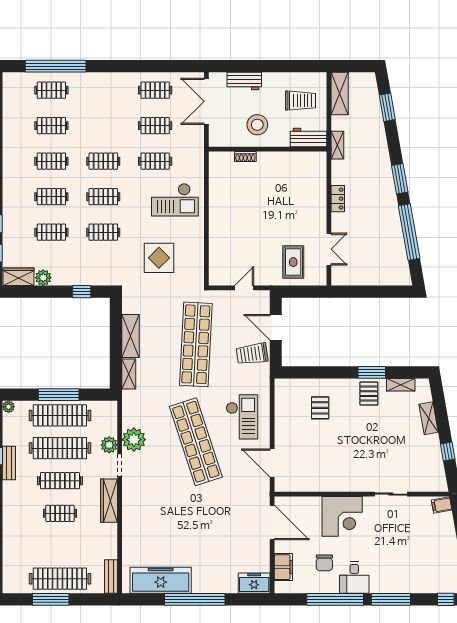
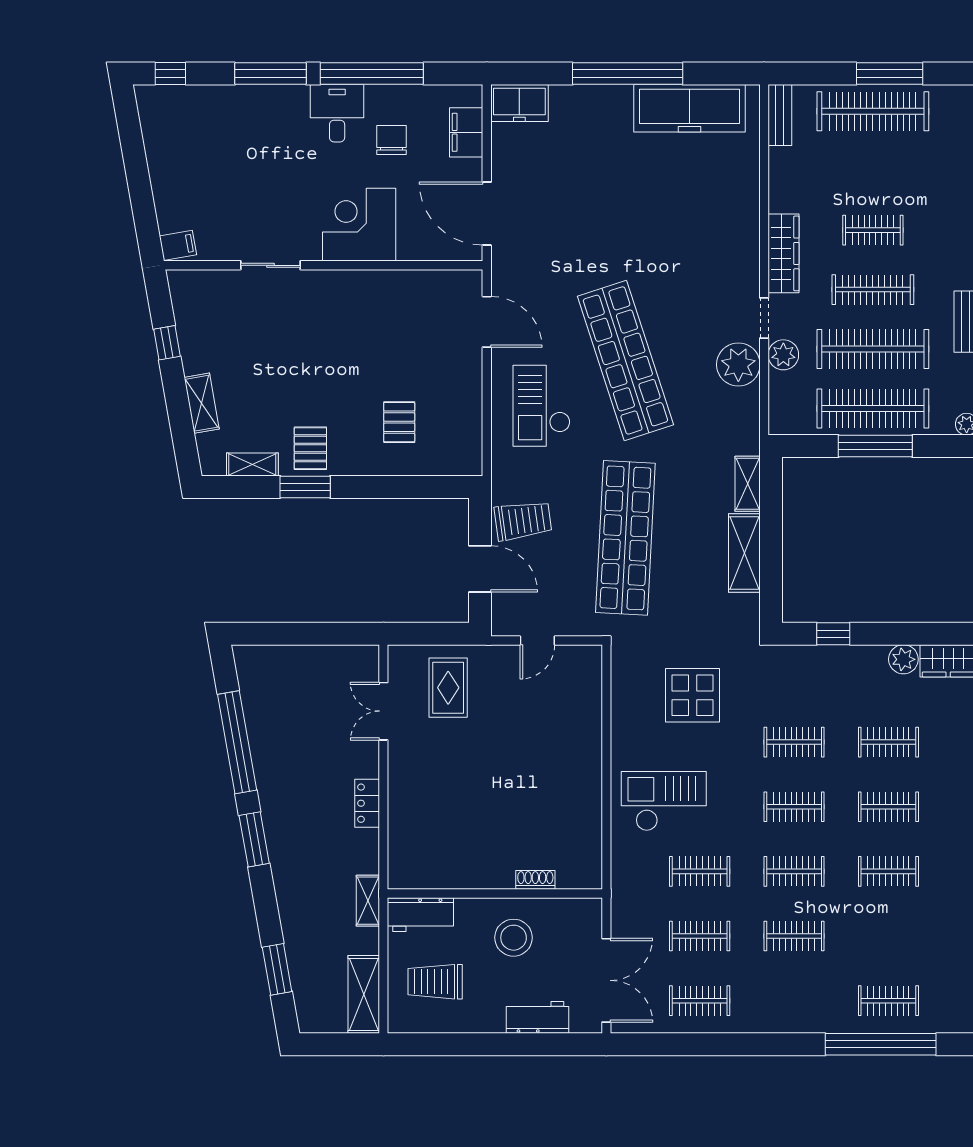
clothes rail: (51, 126) -> (794, 936), moved

